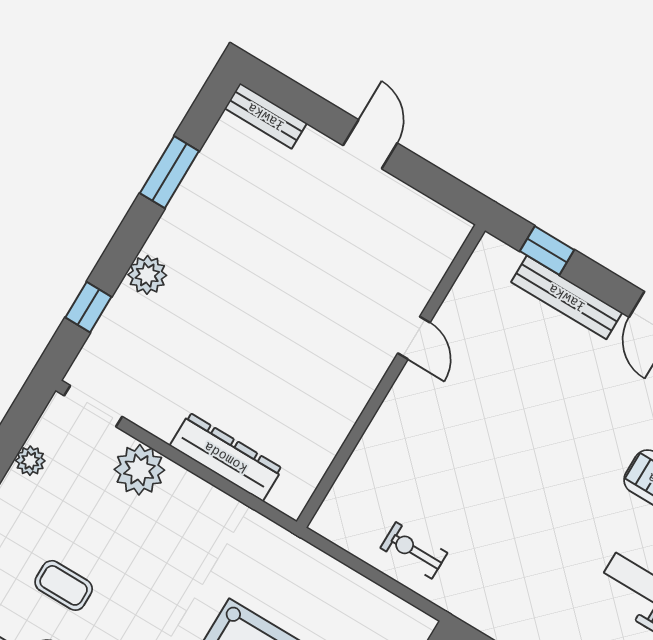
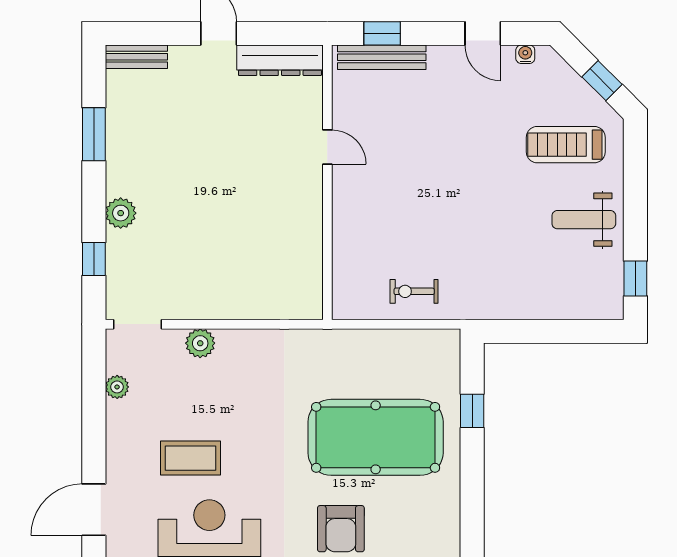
bench: (567, 297) -> (382, 57), moved
dresser: (226, 457) -> (280, 60), moved, turned 180
plant: (139, 470) -> (200, 343), width x0.73, depth x0.73
coffee table: (64, 585) -> (191, 458), width x1.36, depth x1.30

